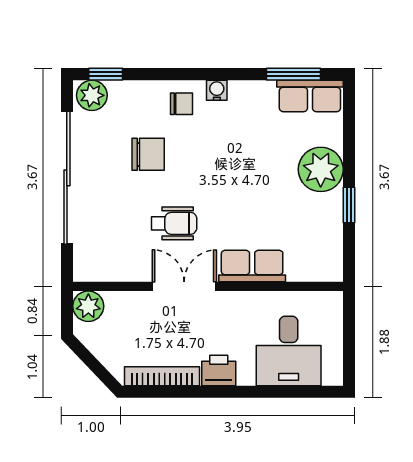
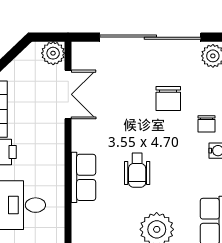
wheelchair: (174, 223) -> (137, 170), moved
double door: (184, 286) -> (68, 94), moved

